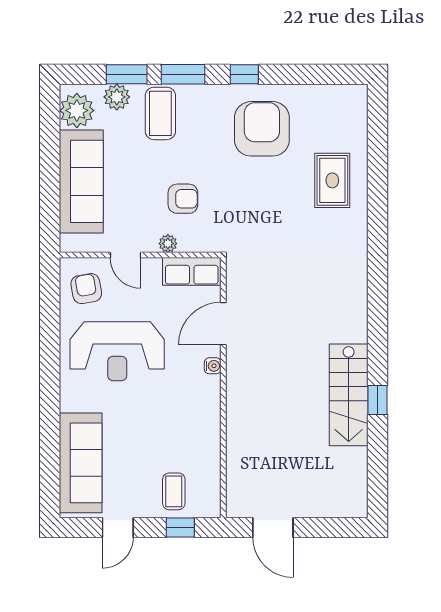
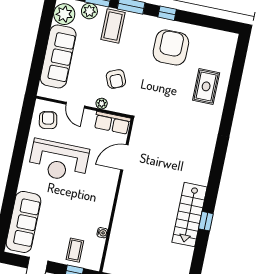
armchair: (183, 199) -> (116, 79), turned 67
water cooler: (213, 366) -> (102, 233), moved

